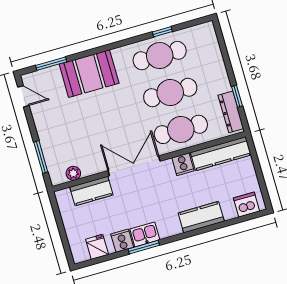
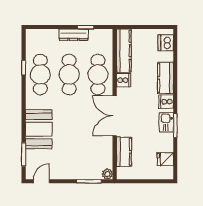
dresser: (231, 112) -> (73, 35), moved
plant: (73, 173) -> (107, 174), moved
cooker: (122, 241) -> (166, 102), moved

